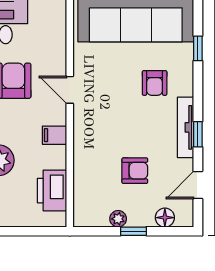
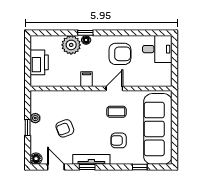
coffee table: (108, 86) -> (116, 112), added
armchair: (135, 171) -> (65, 128), turned 69
printer: (52, 191) -> (39, 62), moved, turned 90
floor lamp: (165, 218) -> (36, 159), moved

